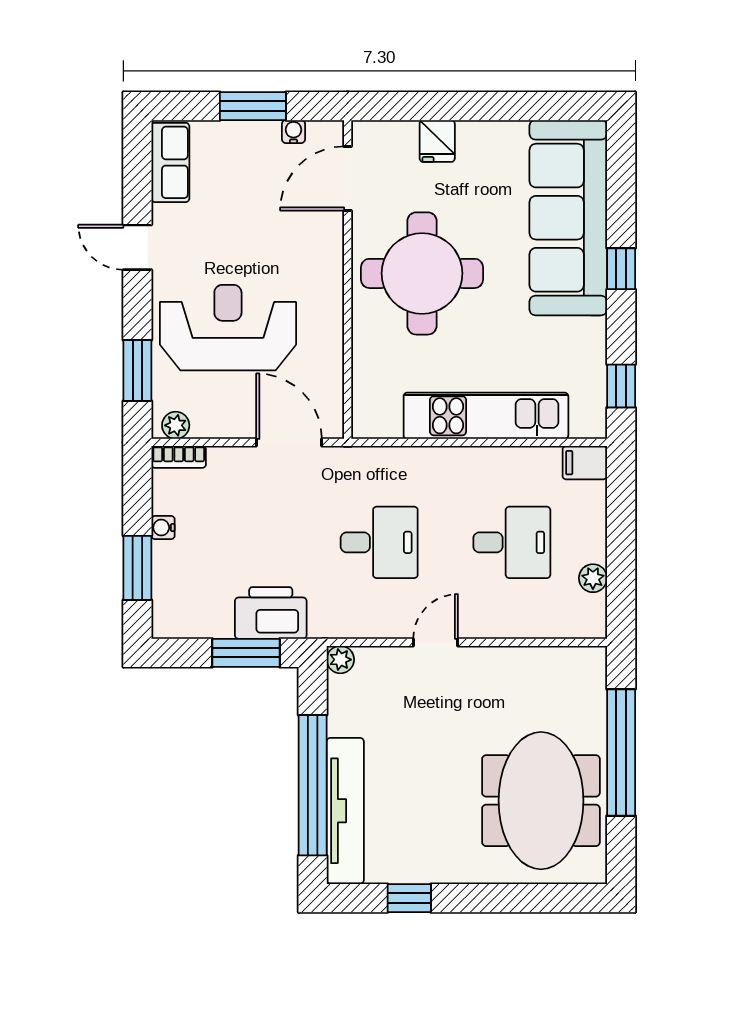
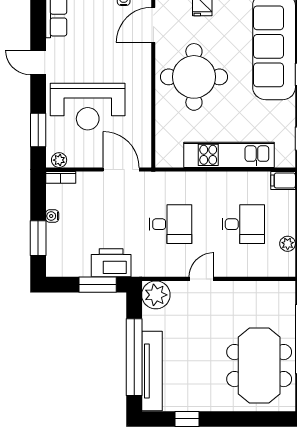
reception desk: (228, 328) -> (88, 107), turned 180
plant: (340, 660) -> (156, 295), width x1.87, depth x1.87

